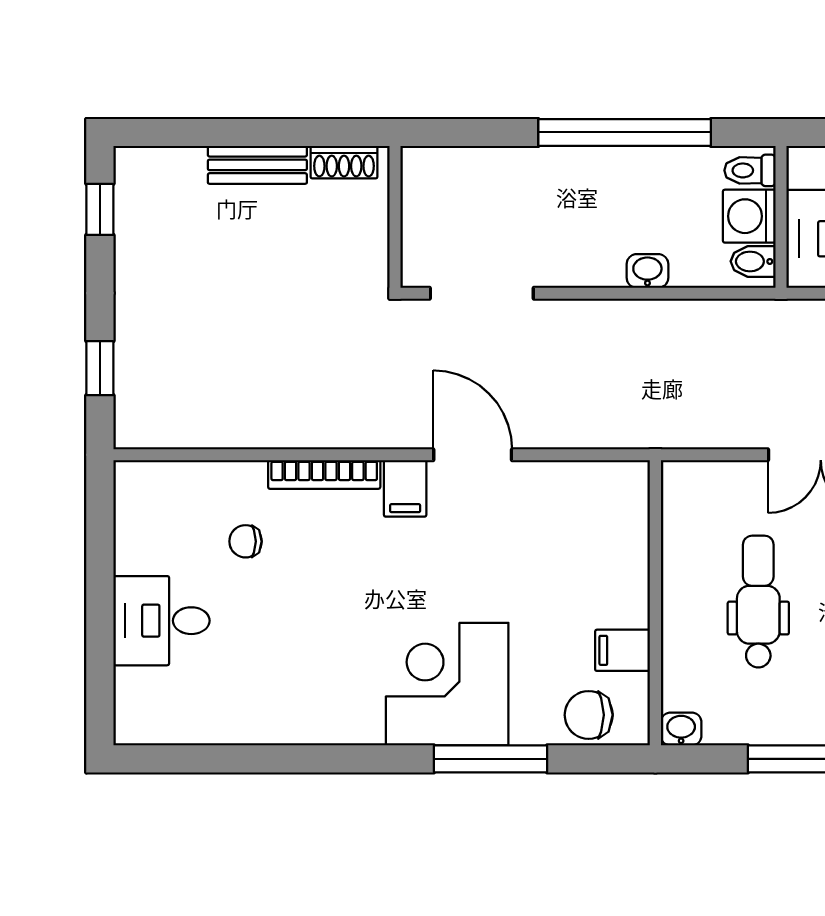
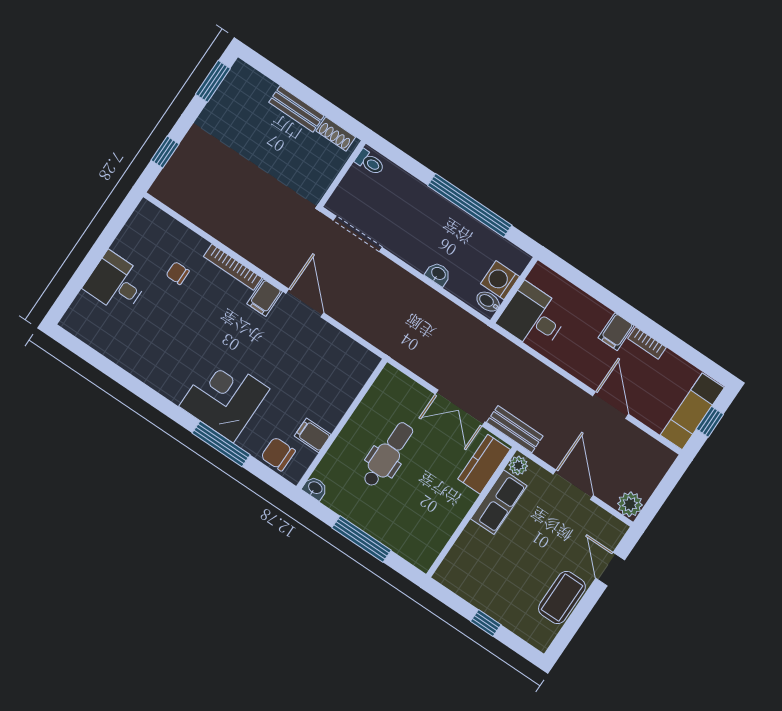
toilet: (750, 170) -> (370, 162), moved, turned 180
window: (100, 209) -> (213, 81), width x1.50

